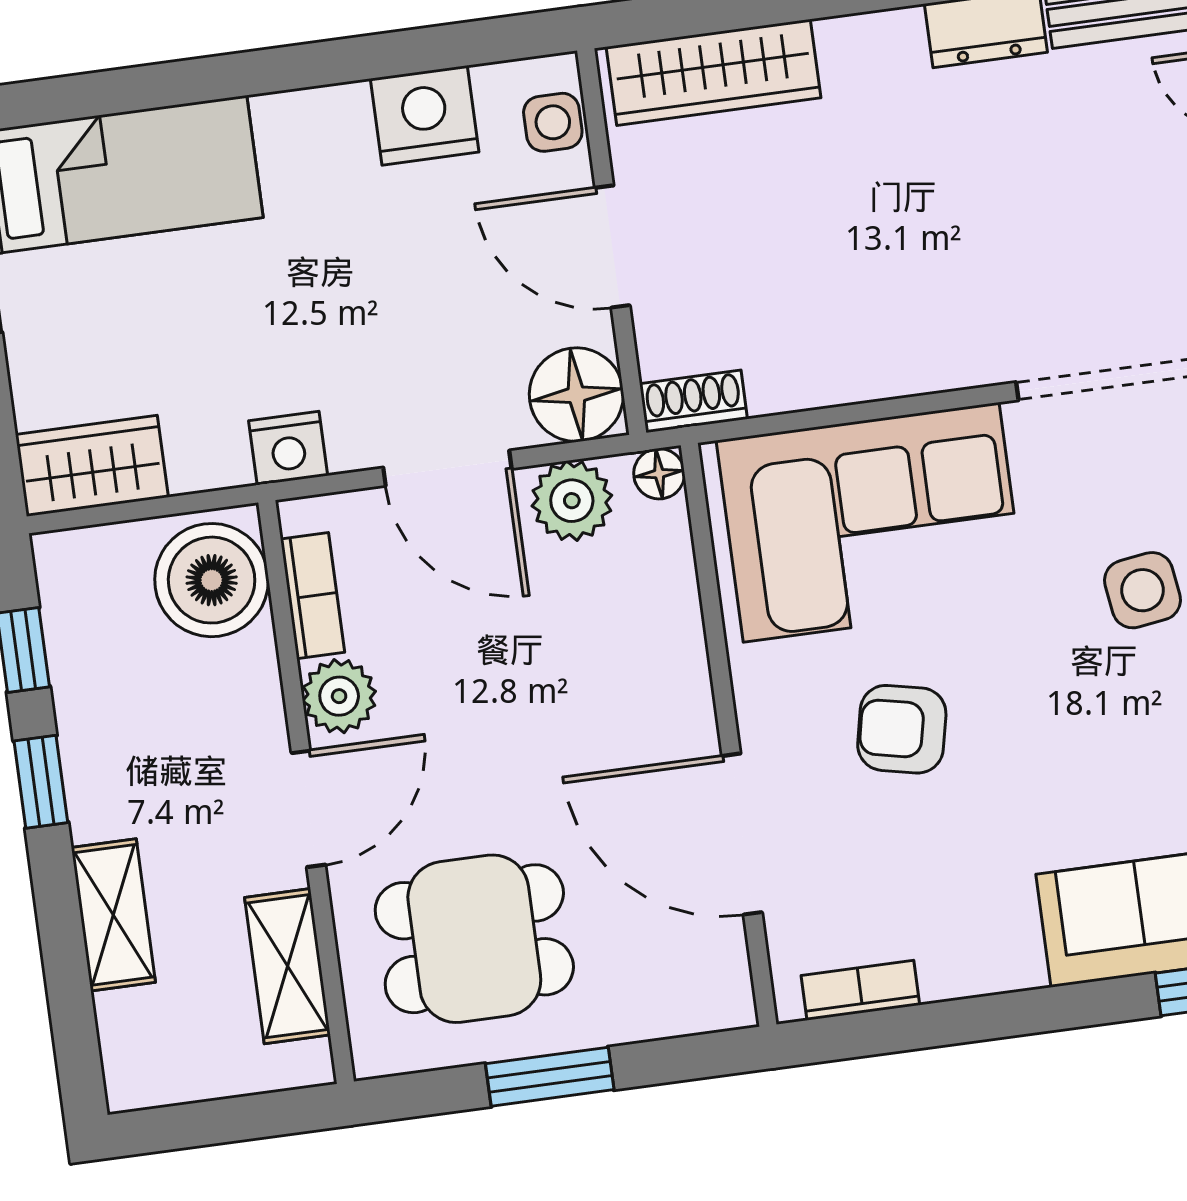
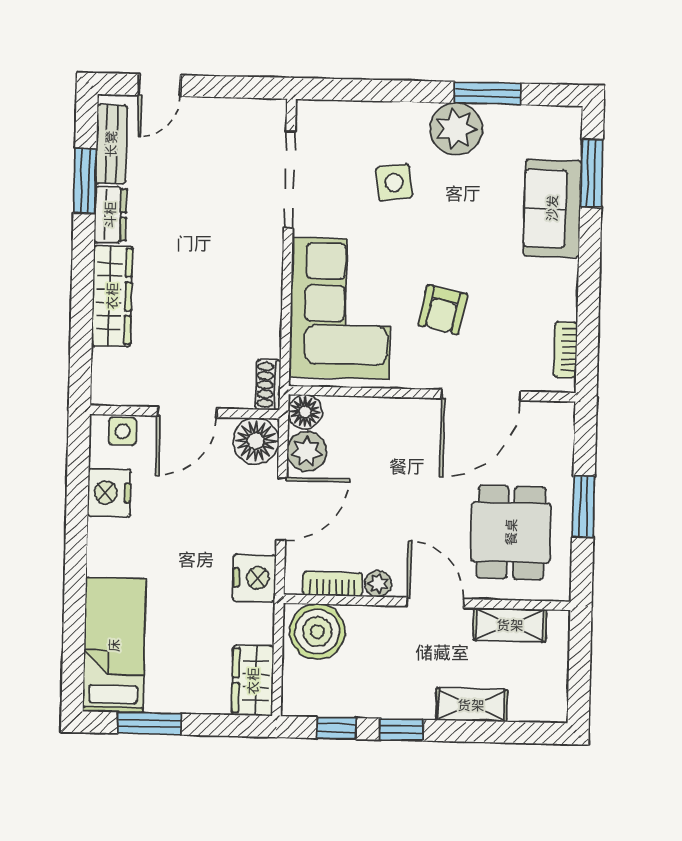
wardrobe: (714, 72) -> (112, 296), moved
nightstand: (288, 448) -> (254, 578), width x1.36, depth x1.33
floor lamp: (659, 474) -> (305, 412), width x1.37, depth x1.37
plant: (339, 696) -> (378, 584), width x0.73, depth x0.73

